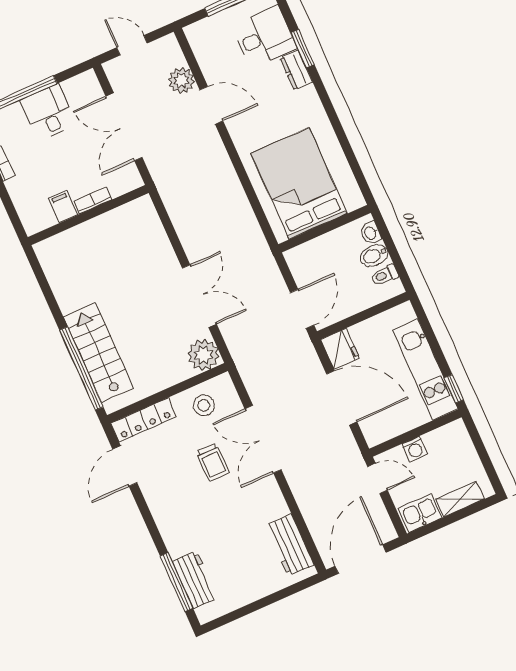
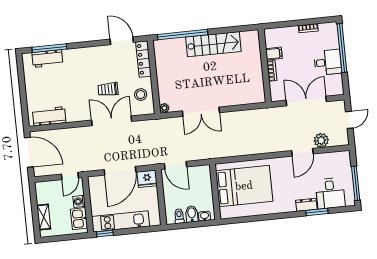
stairs: (98, 352) -> (213, 44), moved
plant: (203, 355) -> (164, 108), width x0.53, depth x0.53
kitchen sink: (420, 513) -> (79, 219), moved, turned 180

